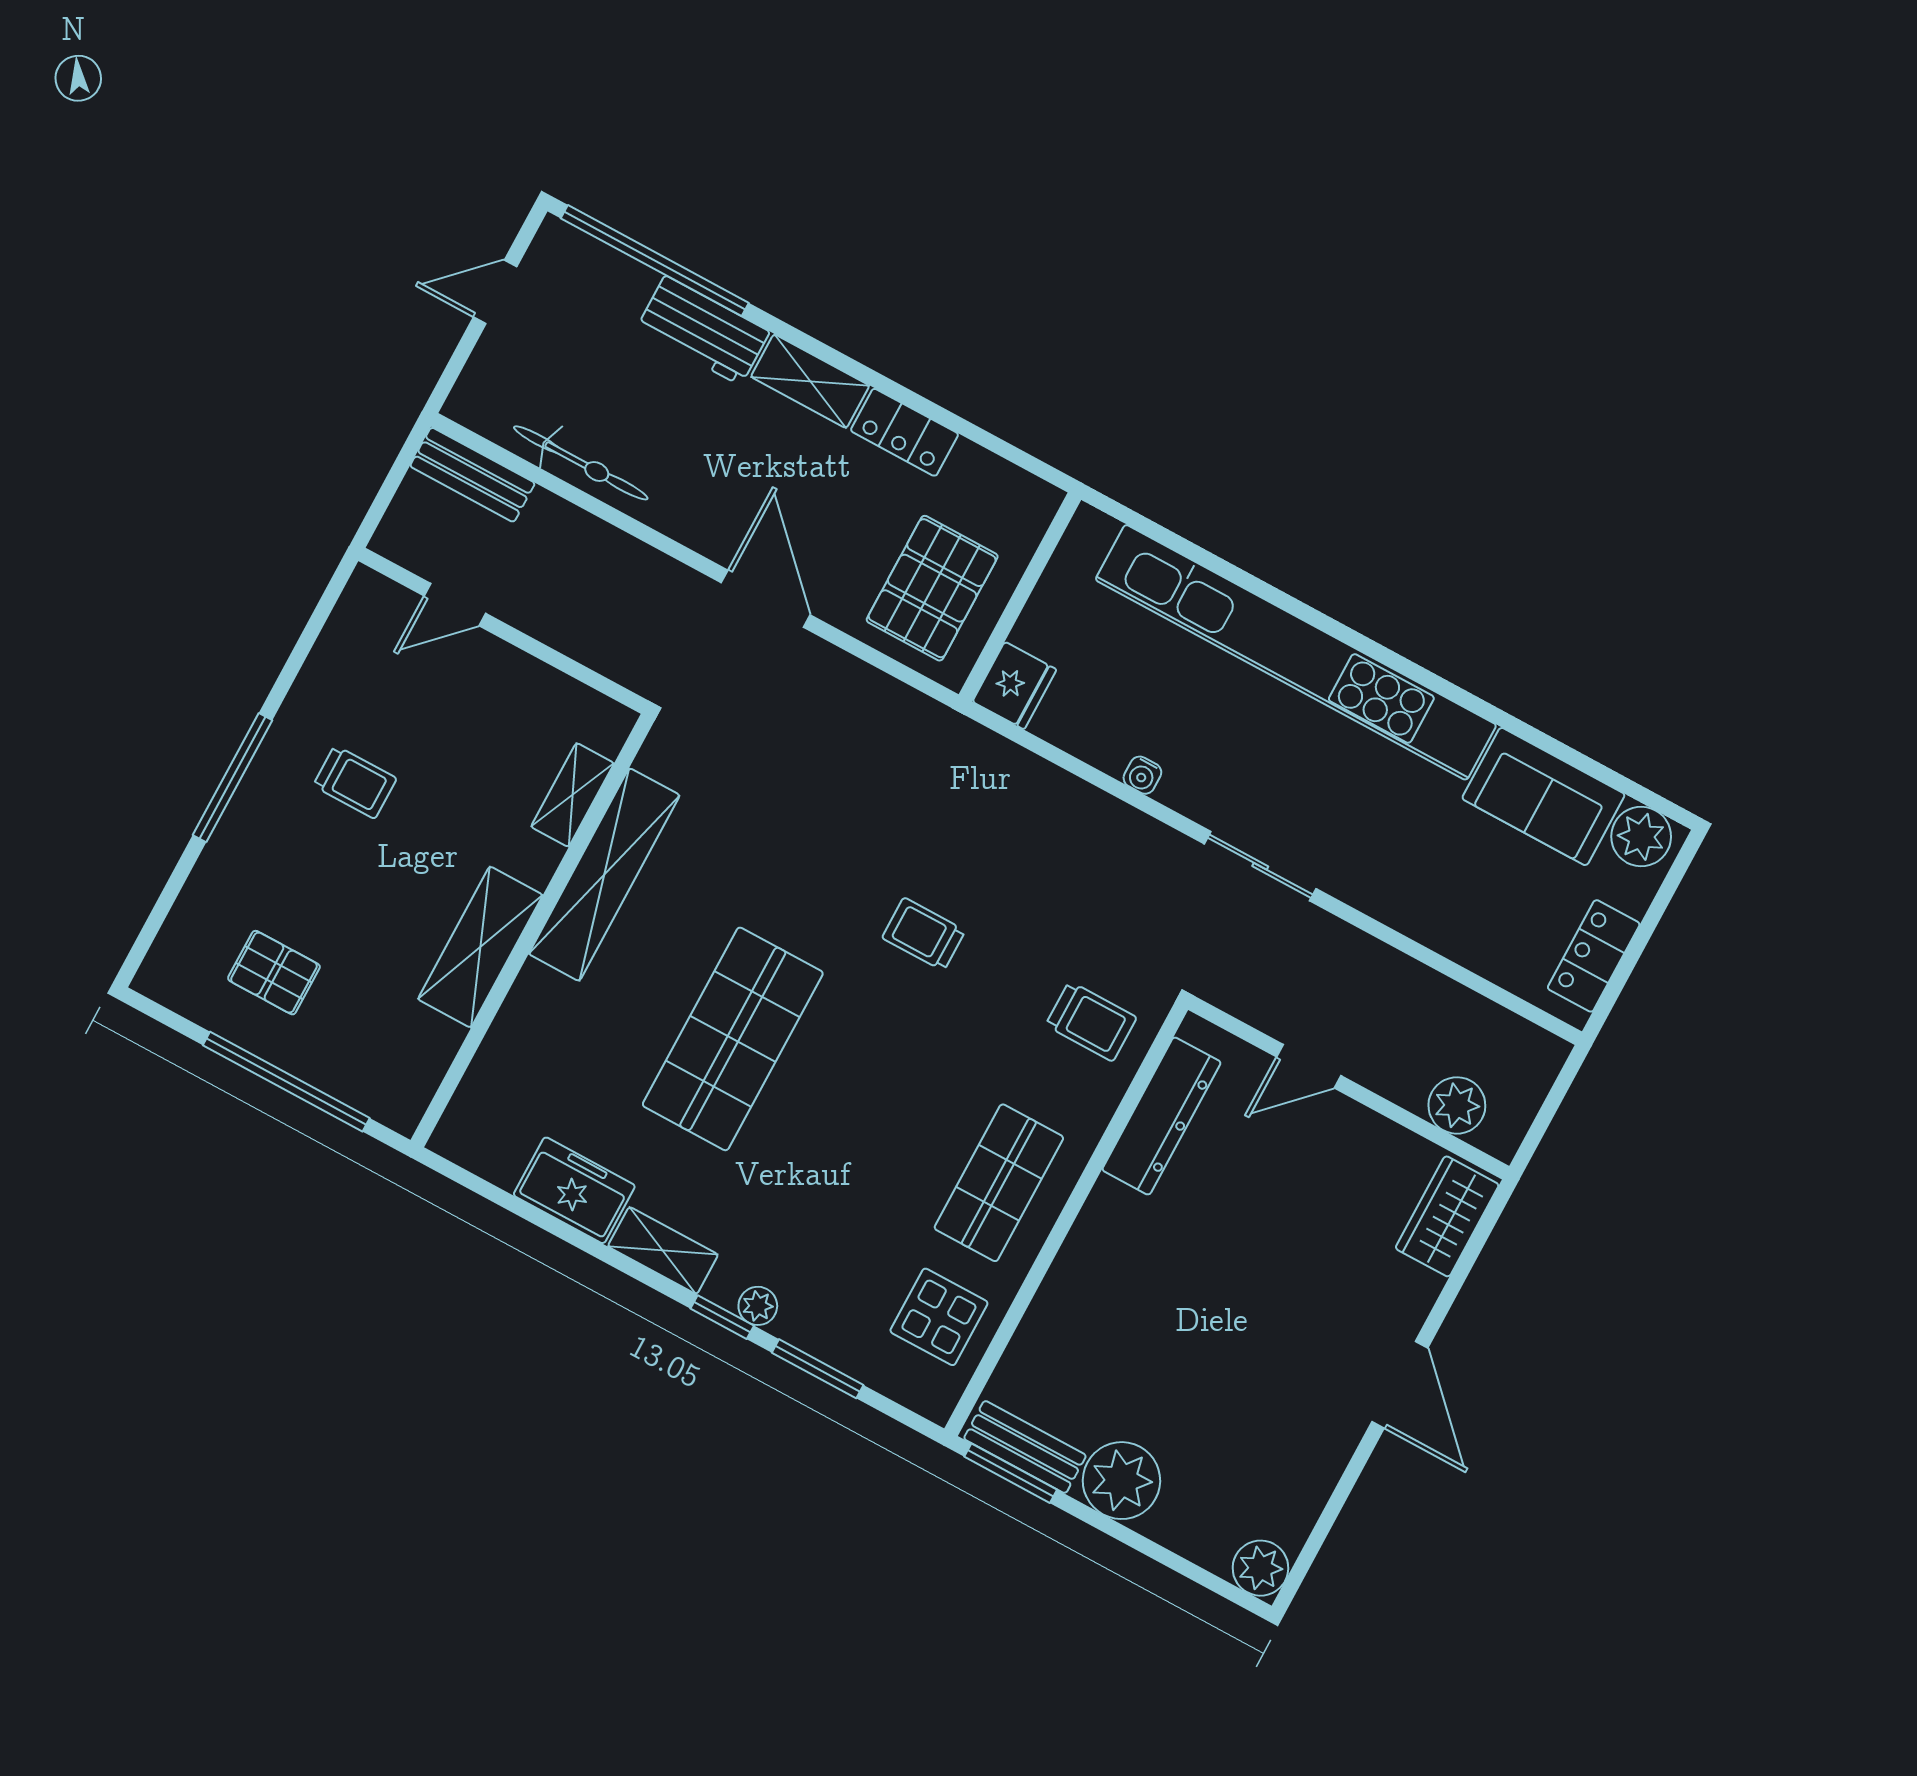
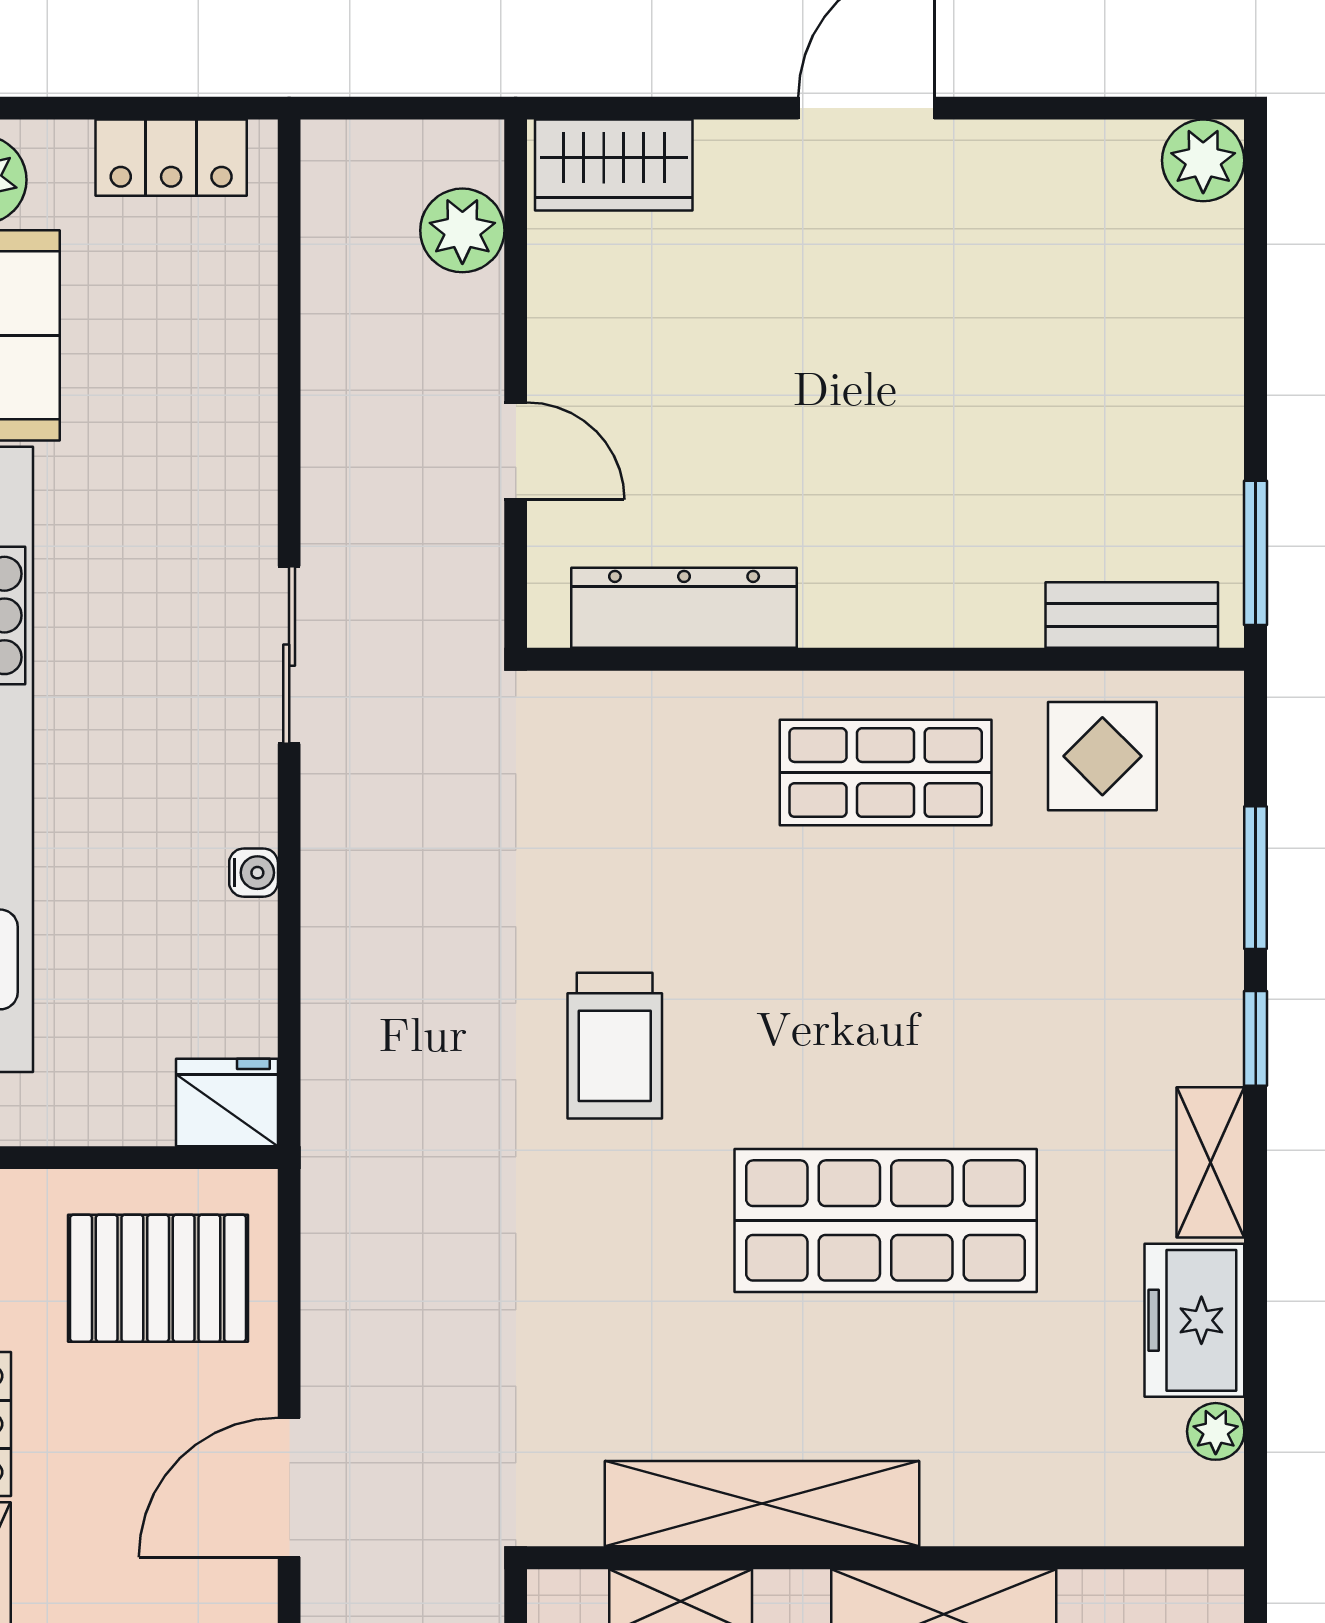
trolley: (924, 934) -> (615, 1046), width x1.36, depth x1.39
trolley: (1091, 1021) -> (610, 766), removed
plant: (758, 1306) -> (1216, 1431), moved
bench: (1025, 1447) -> (1132, 615), moved, turned 90
plant: (1121, 1481) -> (1187, 403), removed

